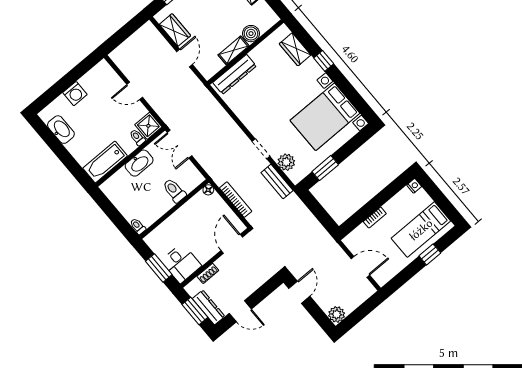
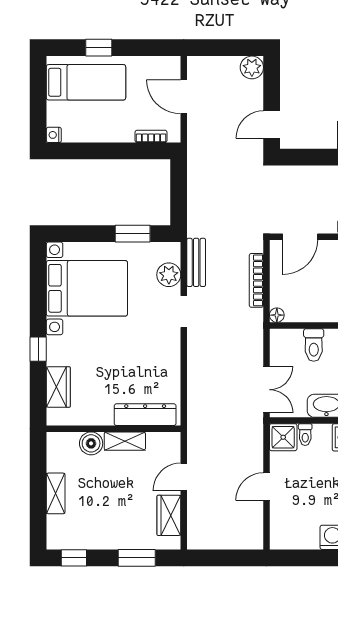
door: (135, 91) -> (266, 487), swing flipped
bookcase: (375, 218) -> (151, 136), moved

